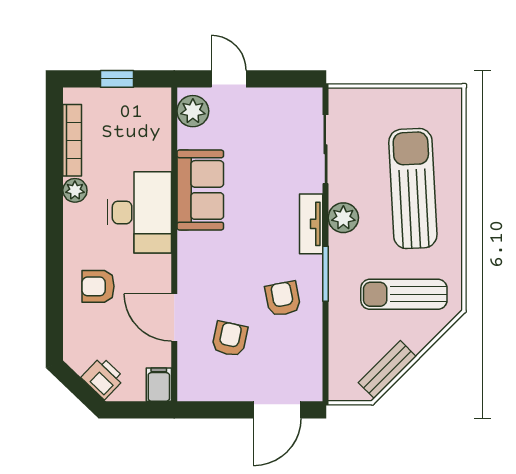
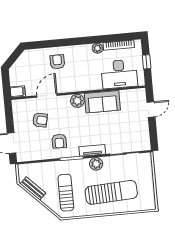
plant: (193, 111) -> (77, 101), moved
desk: (139, 212) -> (119, 74), moved
armchair: (283, 299) -> (59, 141), turned 101
printer: (103, 378) -> (18, 67), removed

